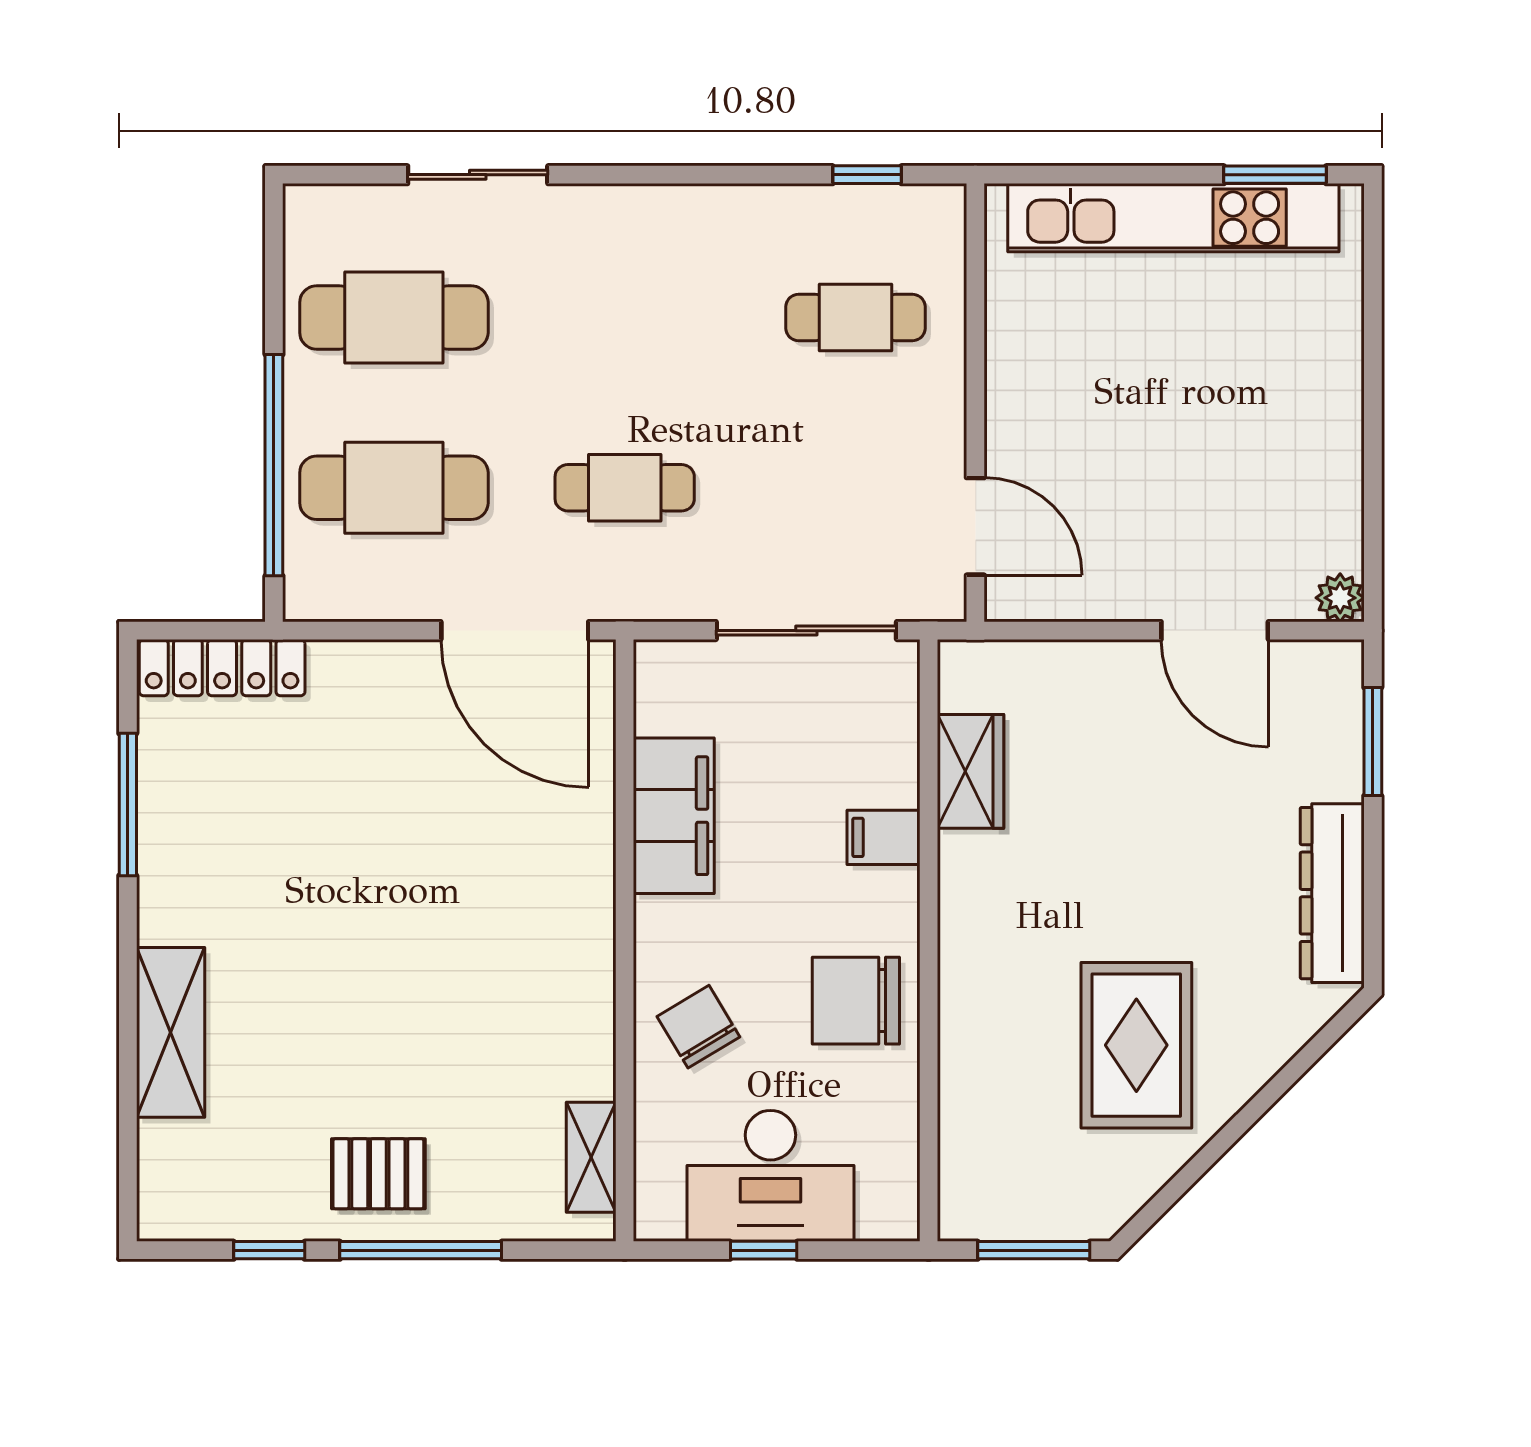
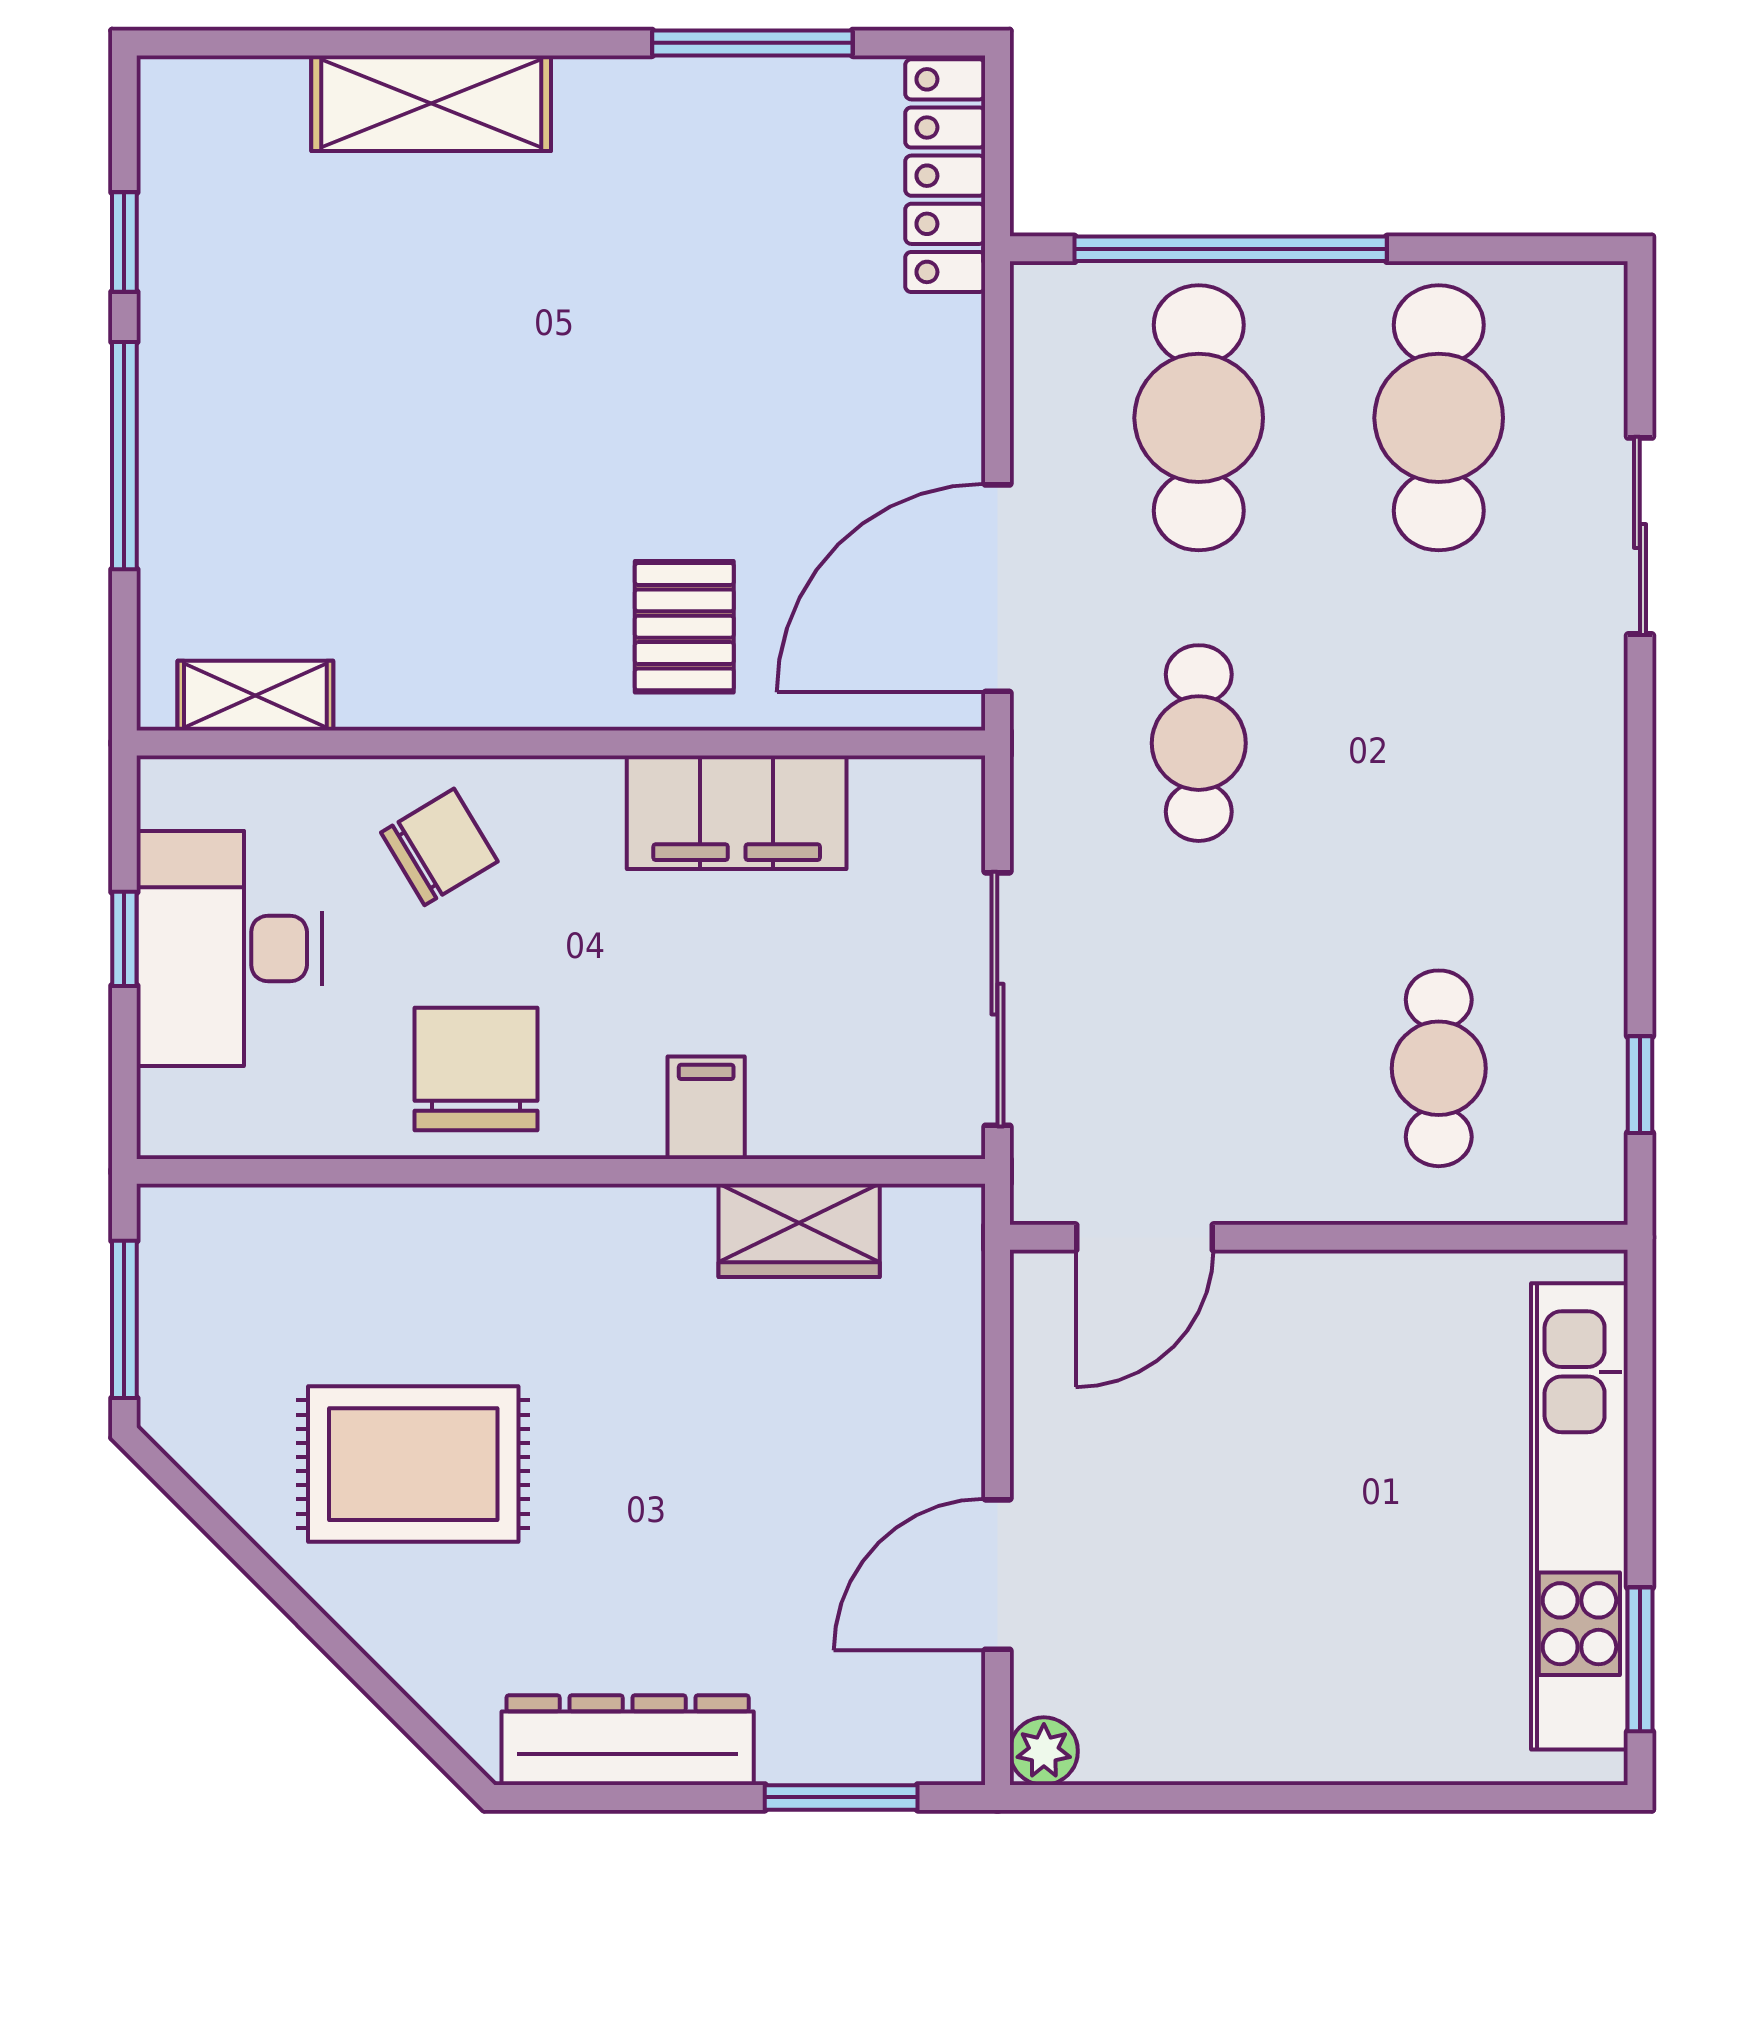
pallet: (378, 1174) -> (684, 627), moved

